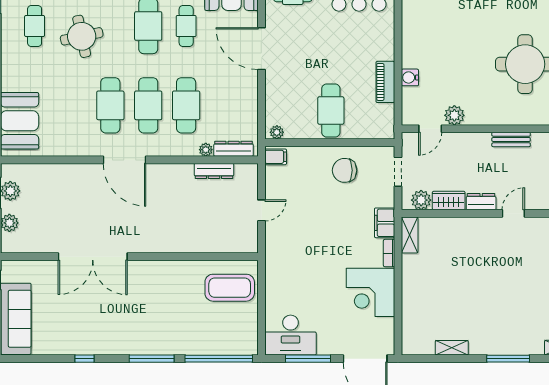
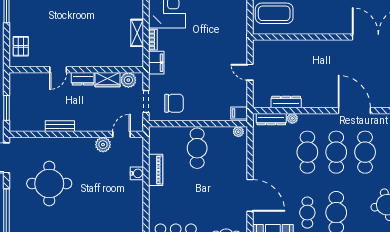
chair: (345, 170) -> (174, 103), moved
door: (261, 210) -> (250, 72), hinge flipped
shelving: (410, 235) -> (137, 33), moved

